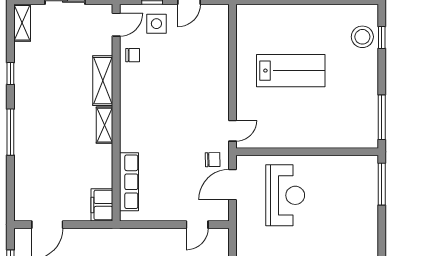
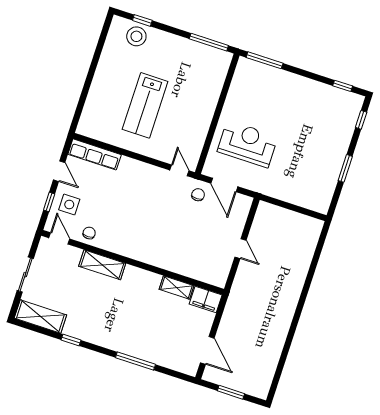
shelving: (22, 23) -> (40, 317), width x1.50, depth x1.33
lab bench: (291, 71) -> (145, 105), turned 180
shelving: (105, 125) -> (177, 287), moved
window: (10, 132) -> (135, 361), moved
row of seats: (129, 182) -> (95, 154), moved, turned 180
door: (197, 225) -> (240, 249), moved

